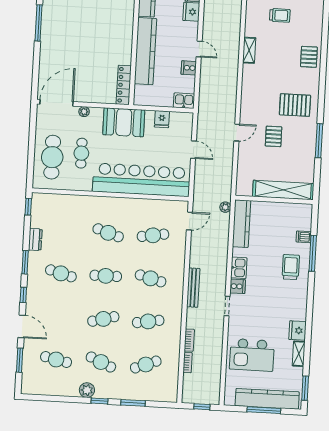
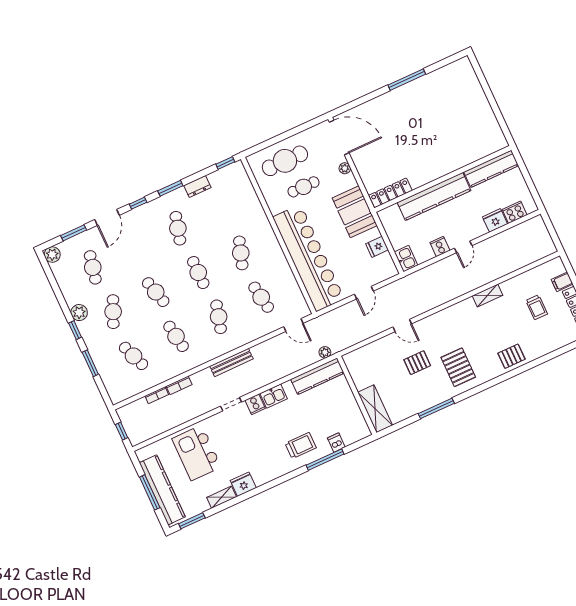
shelving: (283, 190) -> (375, 409), width x0.68
plant: (28, 387) -> (52, 255), added

